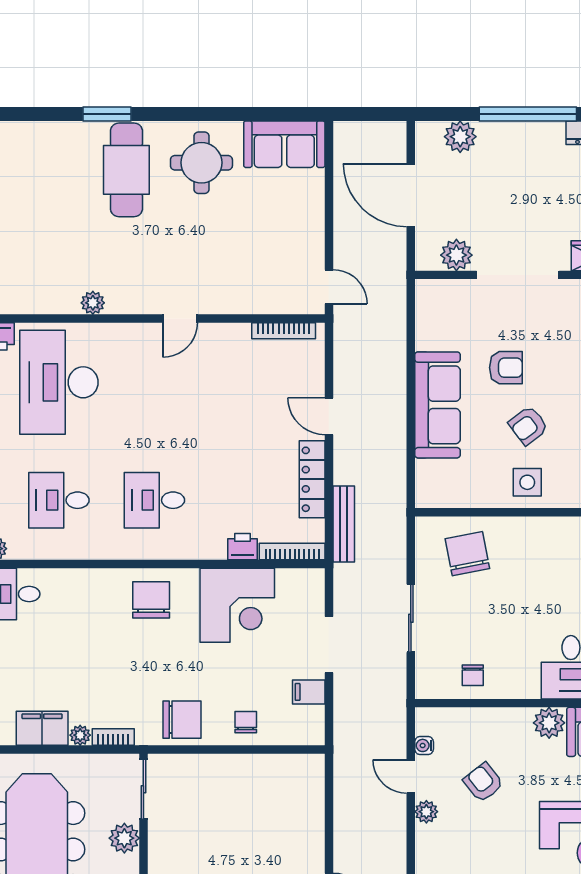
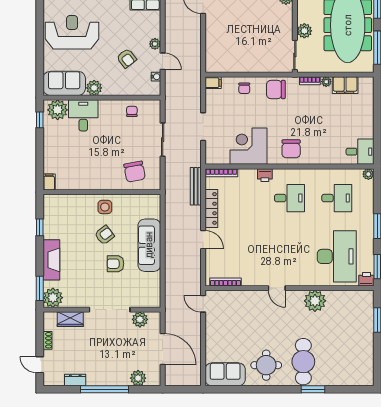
plant: (93, 303) -> (315, 301), width x1.87, depth x1.87
door: (180, 319) -> (277, 288), swing flipped
printer: (243, 547) -> (265, 175), moved
filing cabinet: (309, 692) -> (213, 83), moved

